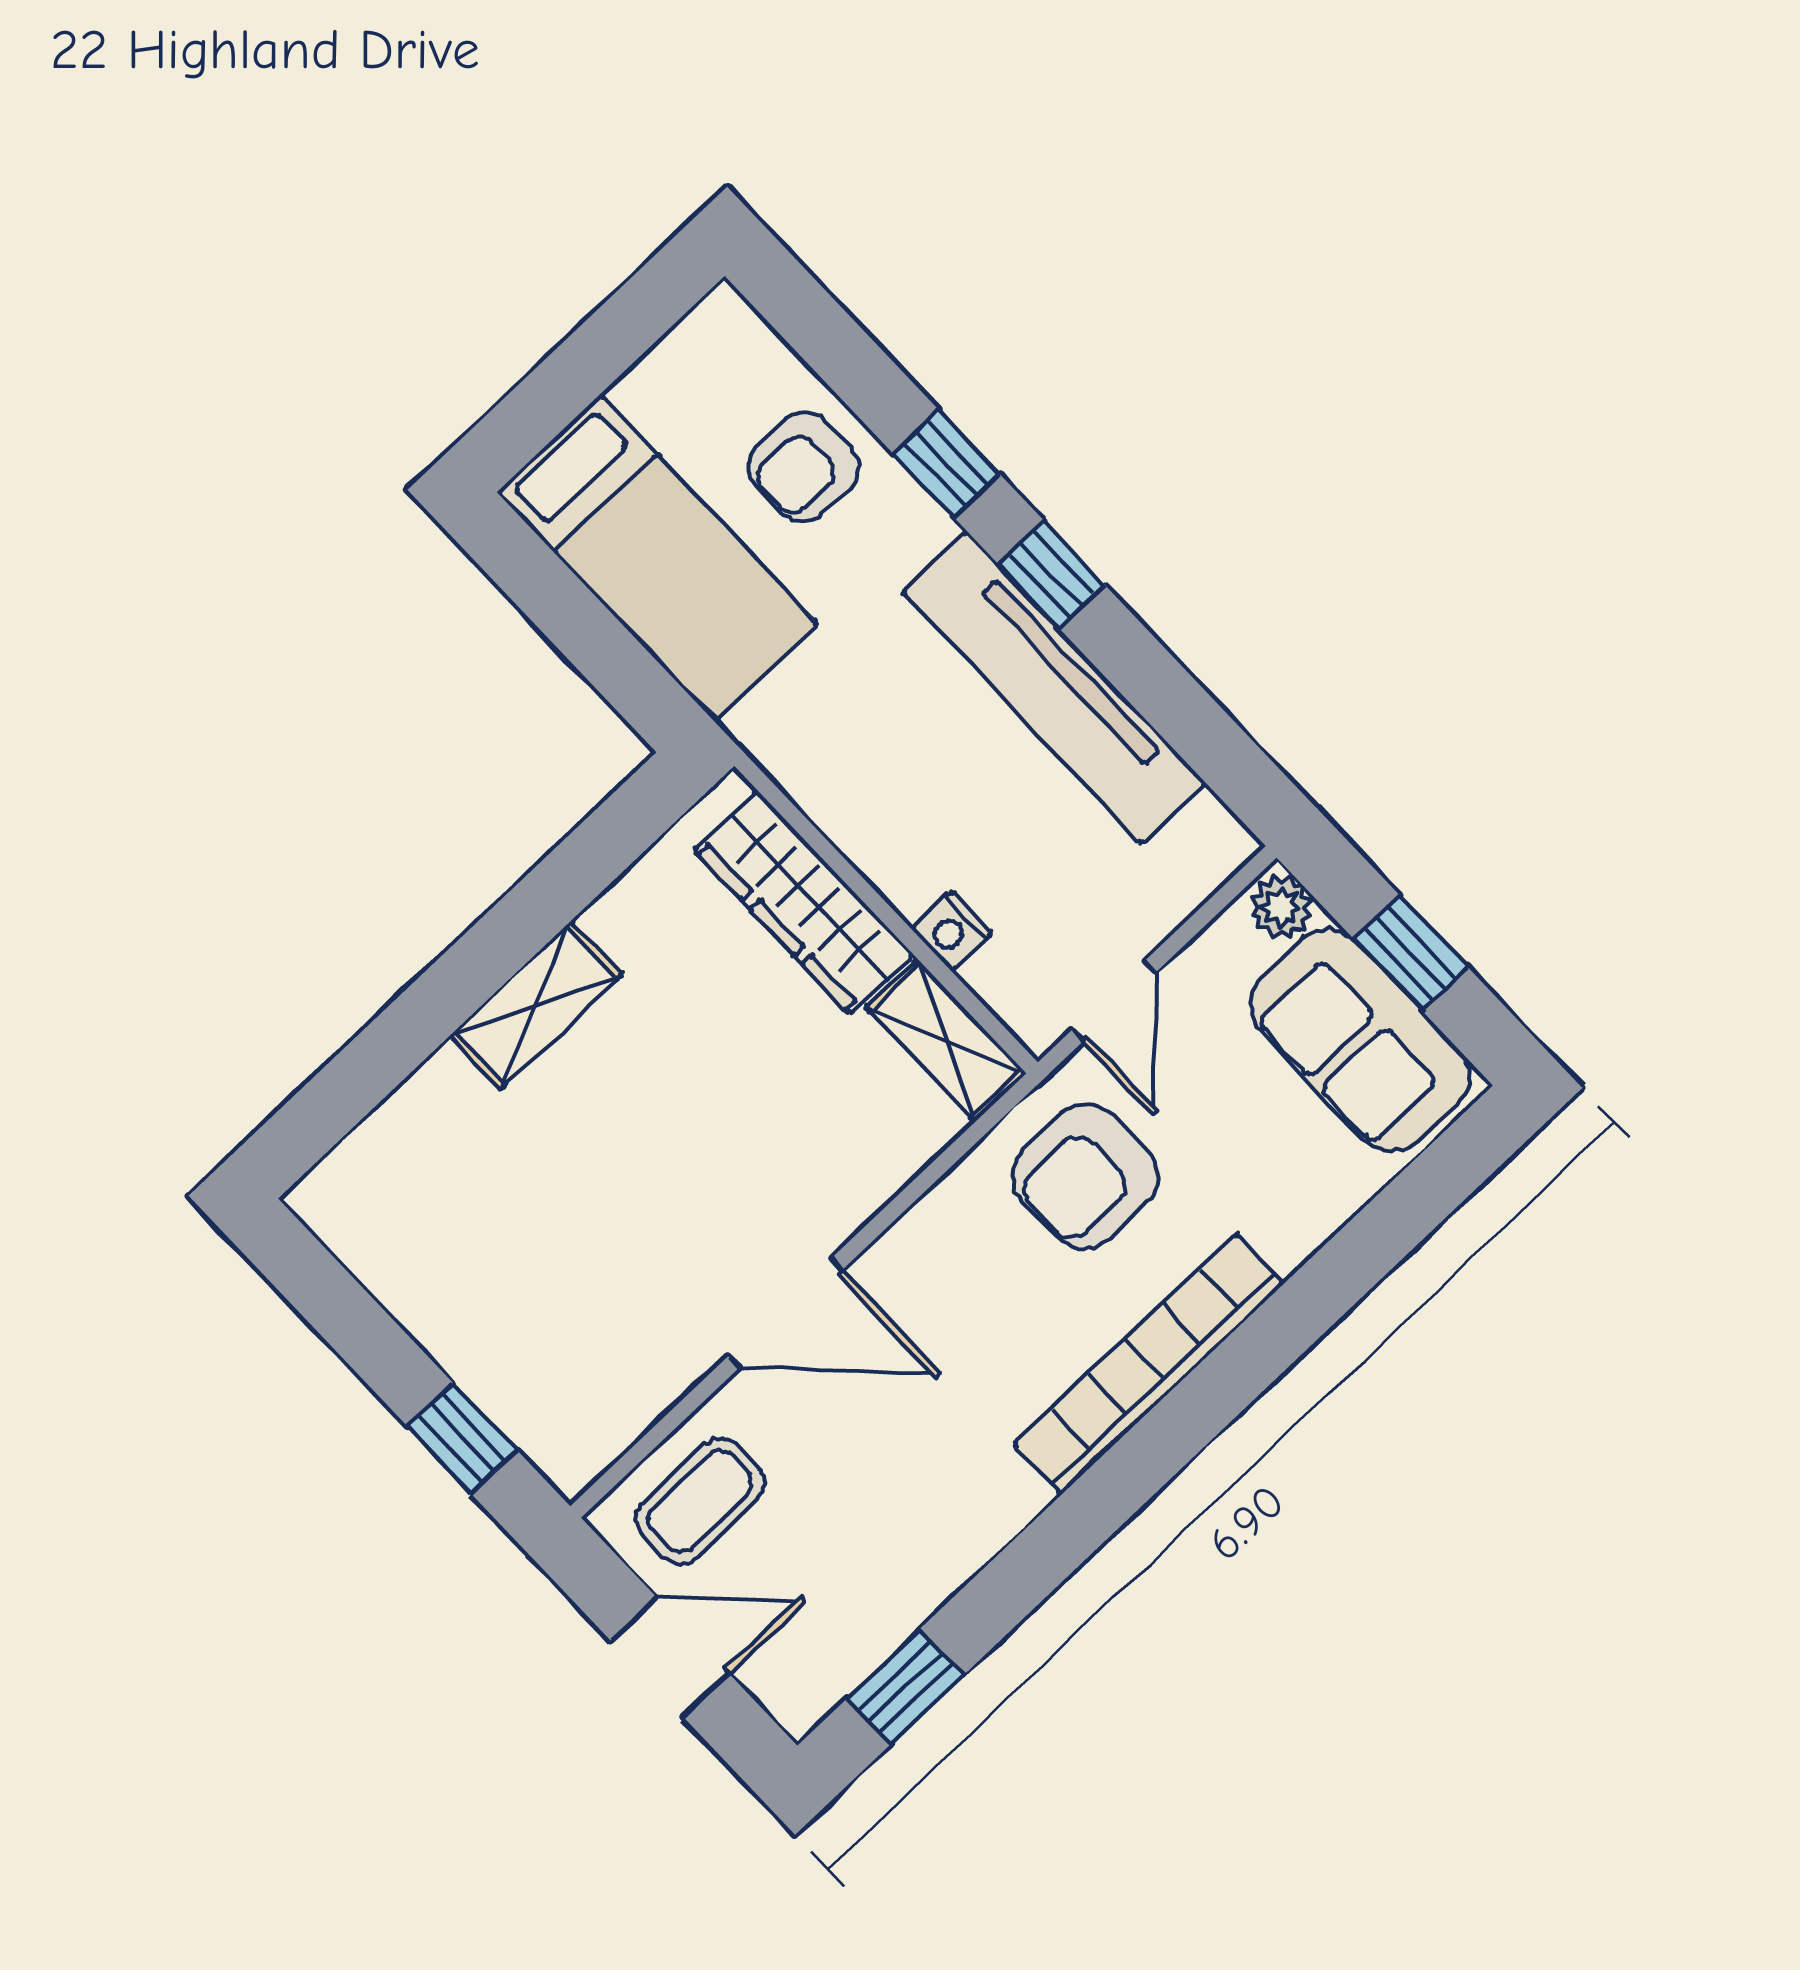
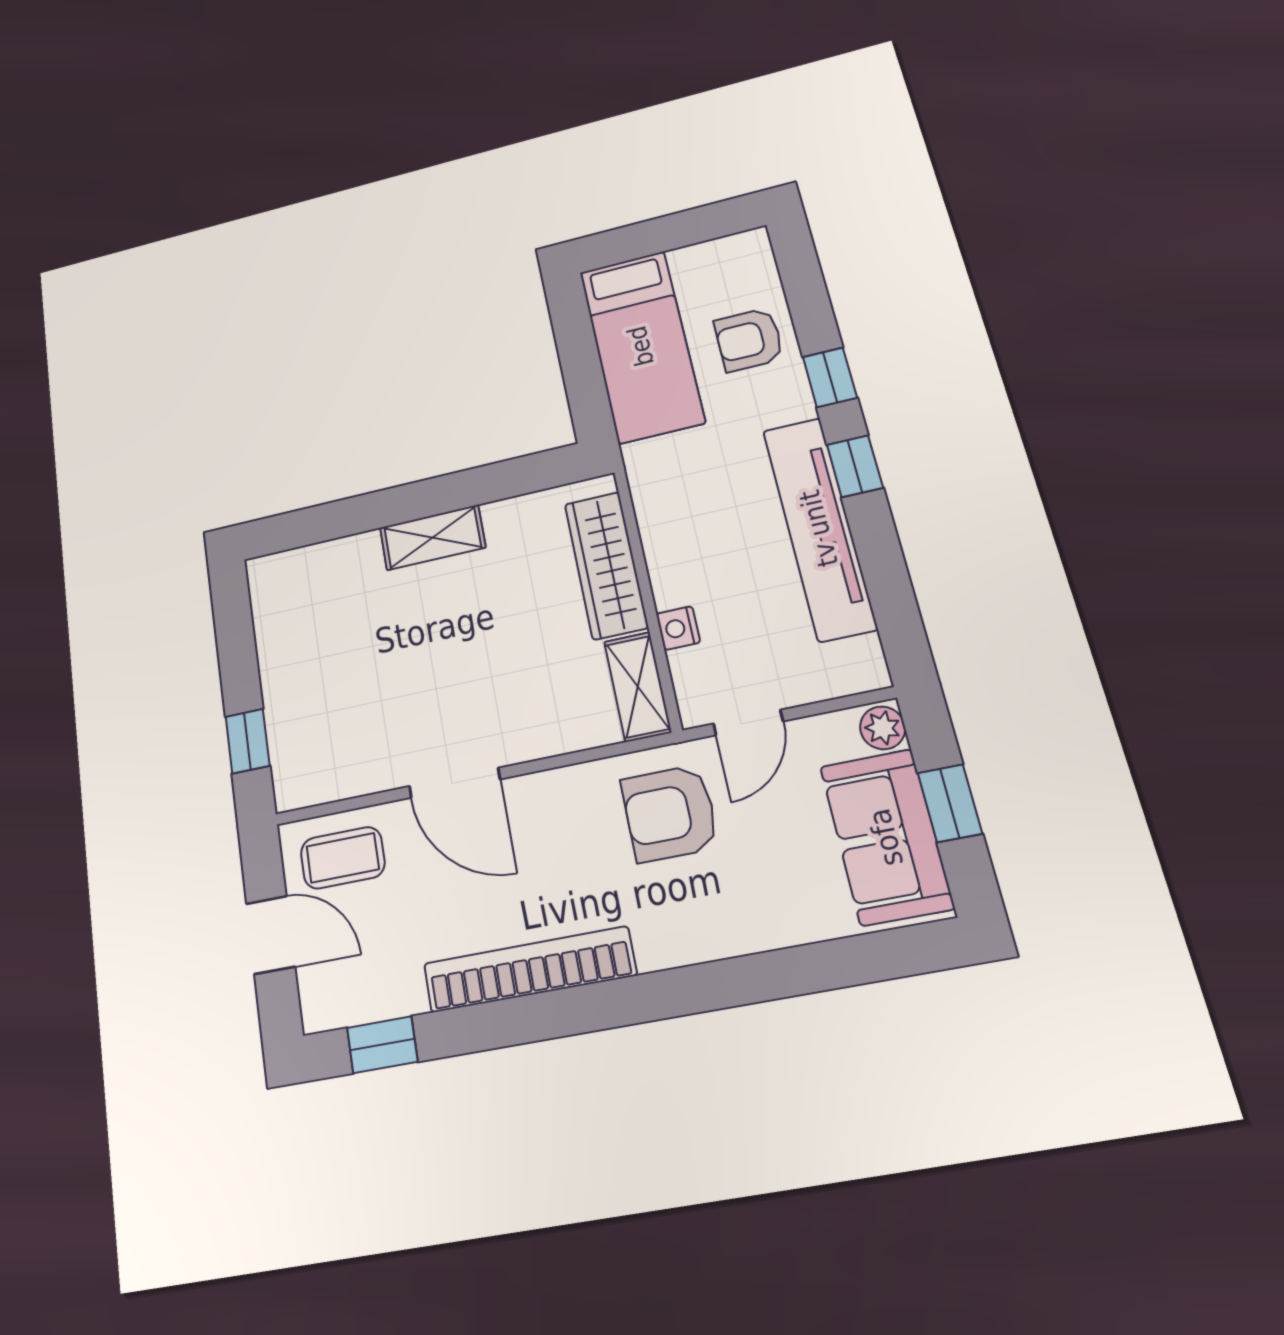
bookcase: (1149, 1364) -> (529, 969), moved

